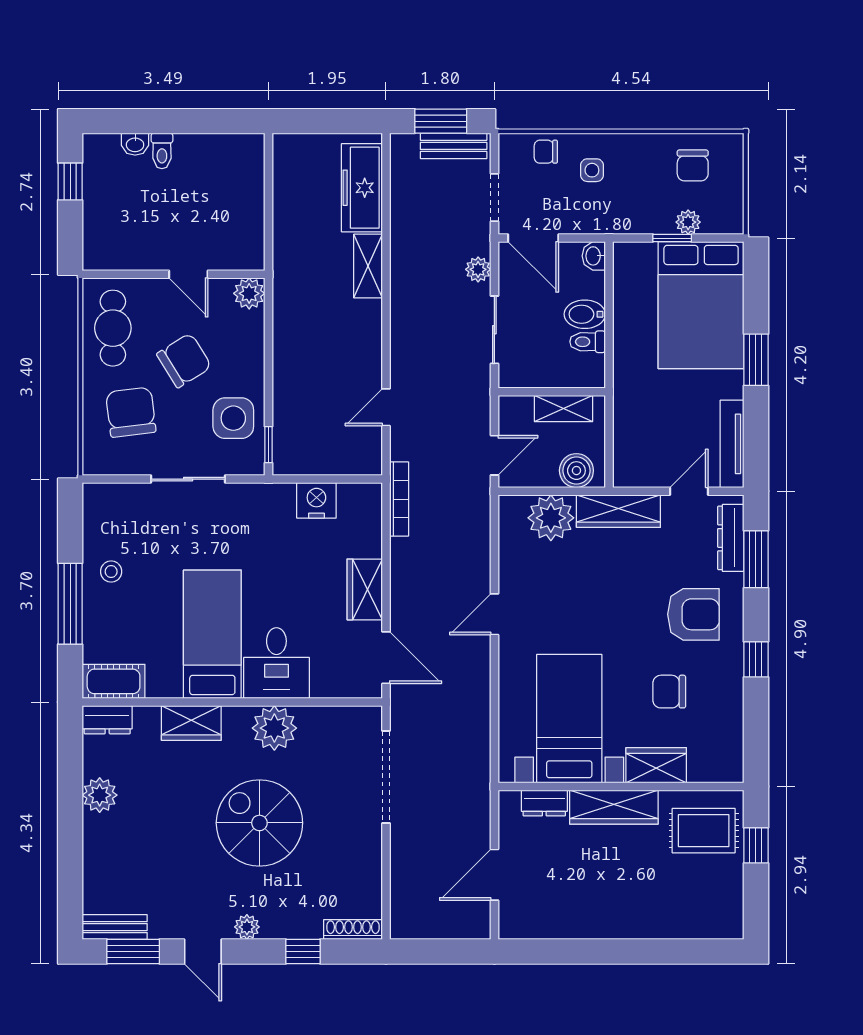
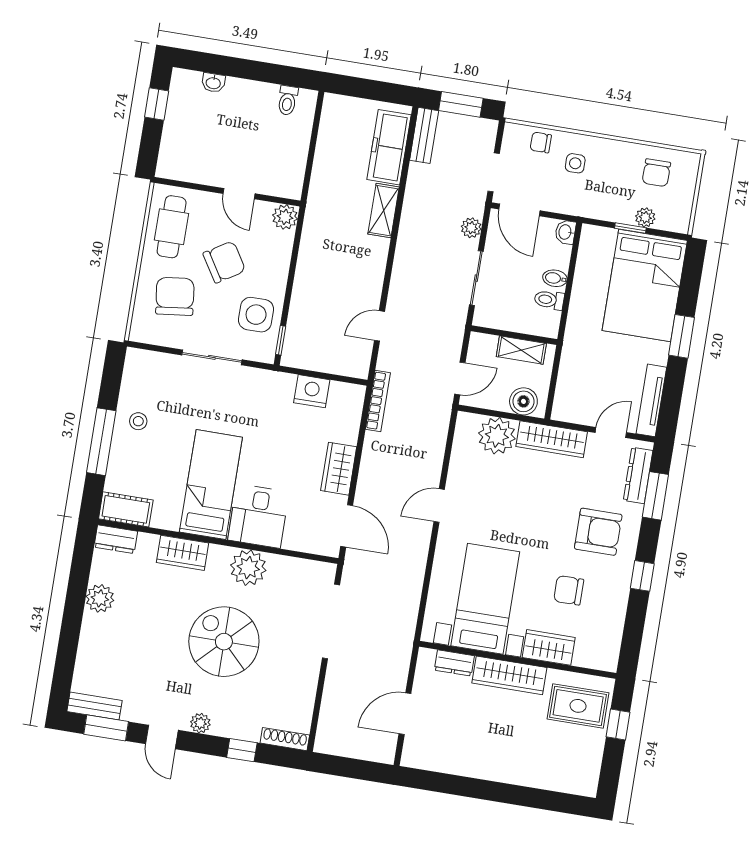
bench: (454, 146) -> (424, 135), moved, turned 90
toilet: (162, 151) -> (288, 100), moved
bidet: (585, 314) -> (555, 278), width x0.72, depth x0.74

